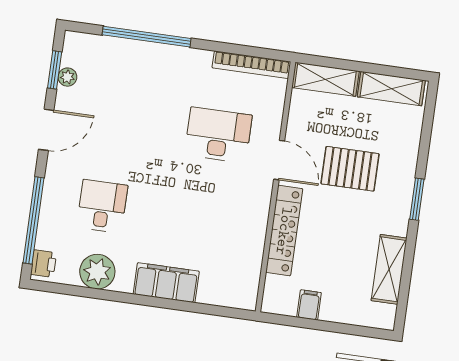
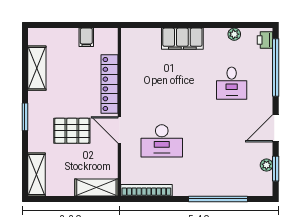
shelving: (391, 89) -> (37, 174), moved, turned 90
plant: (97, 272) -> (234, 34), width x0.53, depth x0.53

